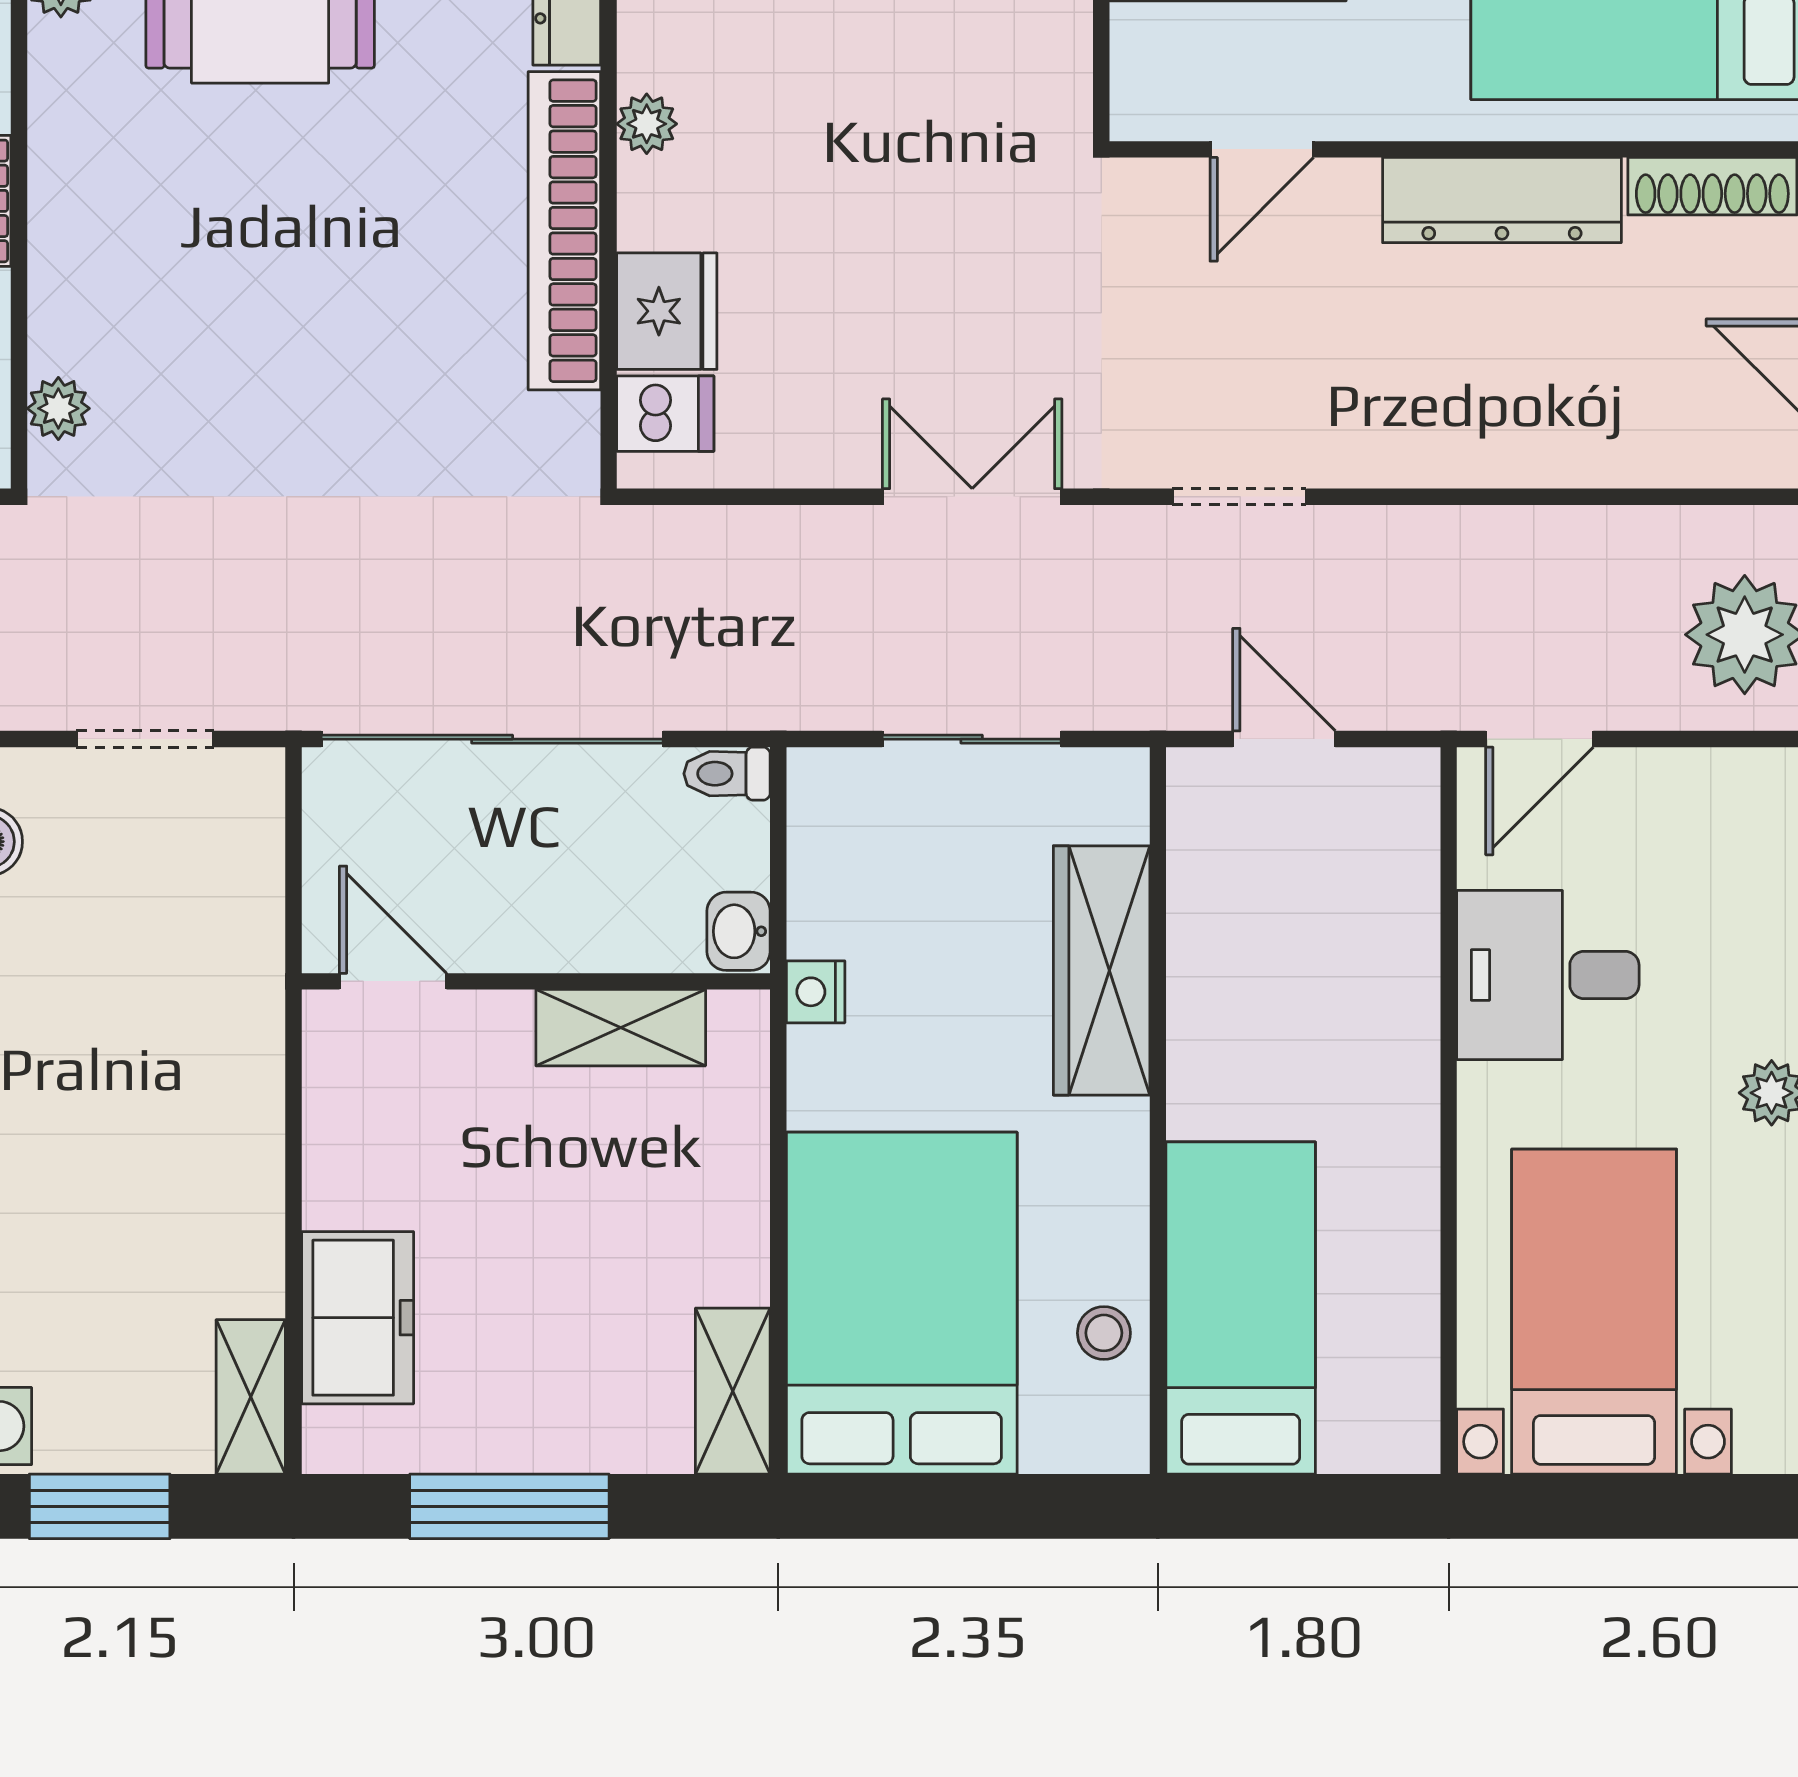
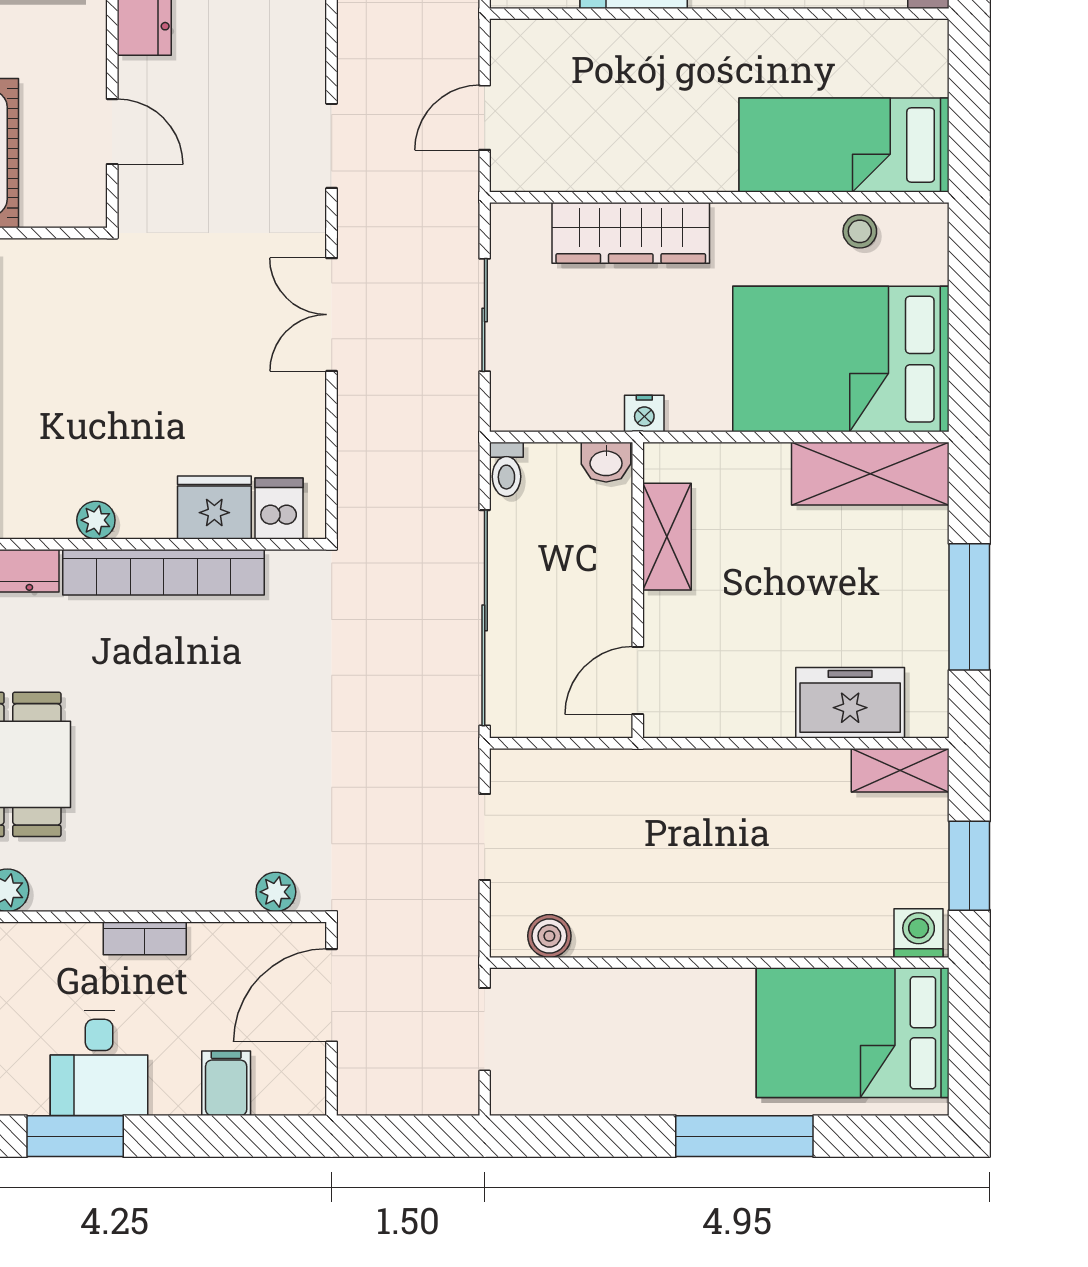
shelving: (733, 1391) -> (870, 474), width x1.50, depth x1.33

